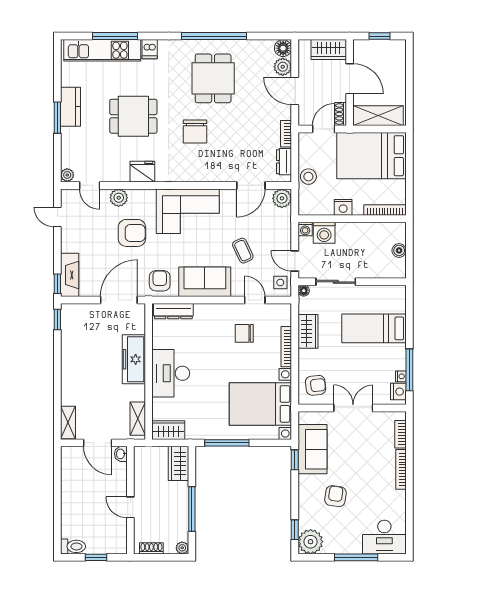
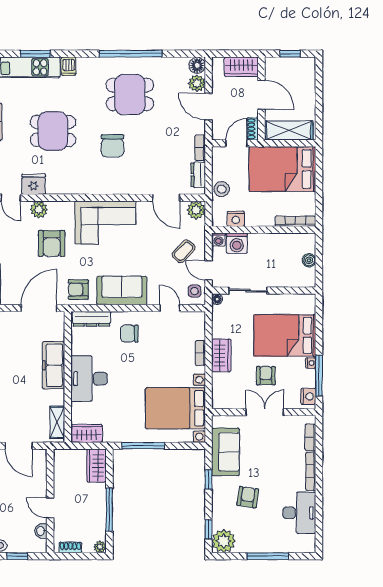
window: (115, 36) -> (35, 54), width x0.69
dining table: (213, 78) -> (130, 94), turned 90
fridge: (142, 172) -> (34, 184), moved
door: (251, 185) -> (166, 198), hinge flipped
nightstand: (343, 207) -> (236, 219), moved
armchair: (132, 233) -> (52, 243), turned 90
coffee table: (243, 251) -> (184, 251), moved, turned 68
armchair: (160, 281) -> (78, 289), turned -90
bed: (374, 328) -> (285, 335), width x1.50
wardrobe: (308, 331) -> (221, 355), moved
chair: (244, 333) -> (129, 333), moved
bookcase: (286, 347) -> (200, 353), width x0.64
nightstand: (401, 376) -> (311, 363), moved
armchair: (316, 385) -> (266, 376), moved, turned -84
washbasin: (121, 454) -> (41, 531), moved
window: (295, 460) -> (209, 479), moved
desk: (384, 537) -> (299, 513), moved, turned -90

